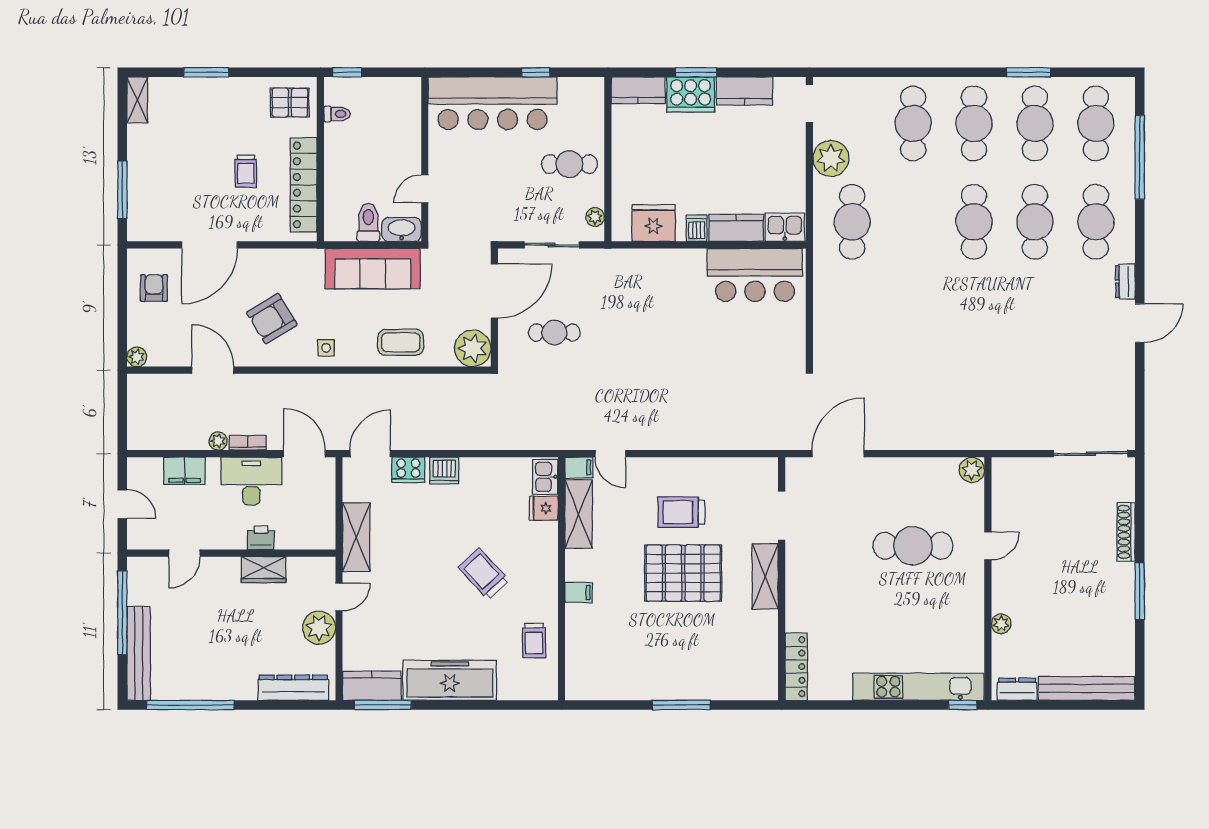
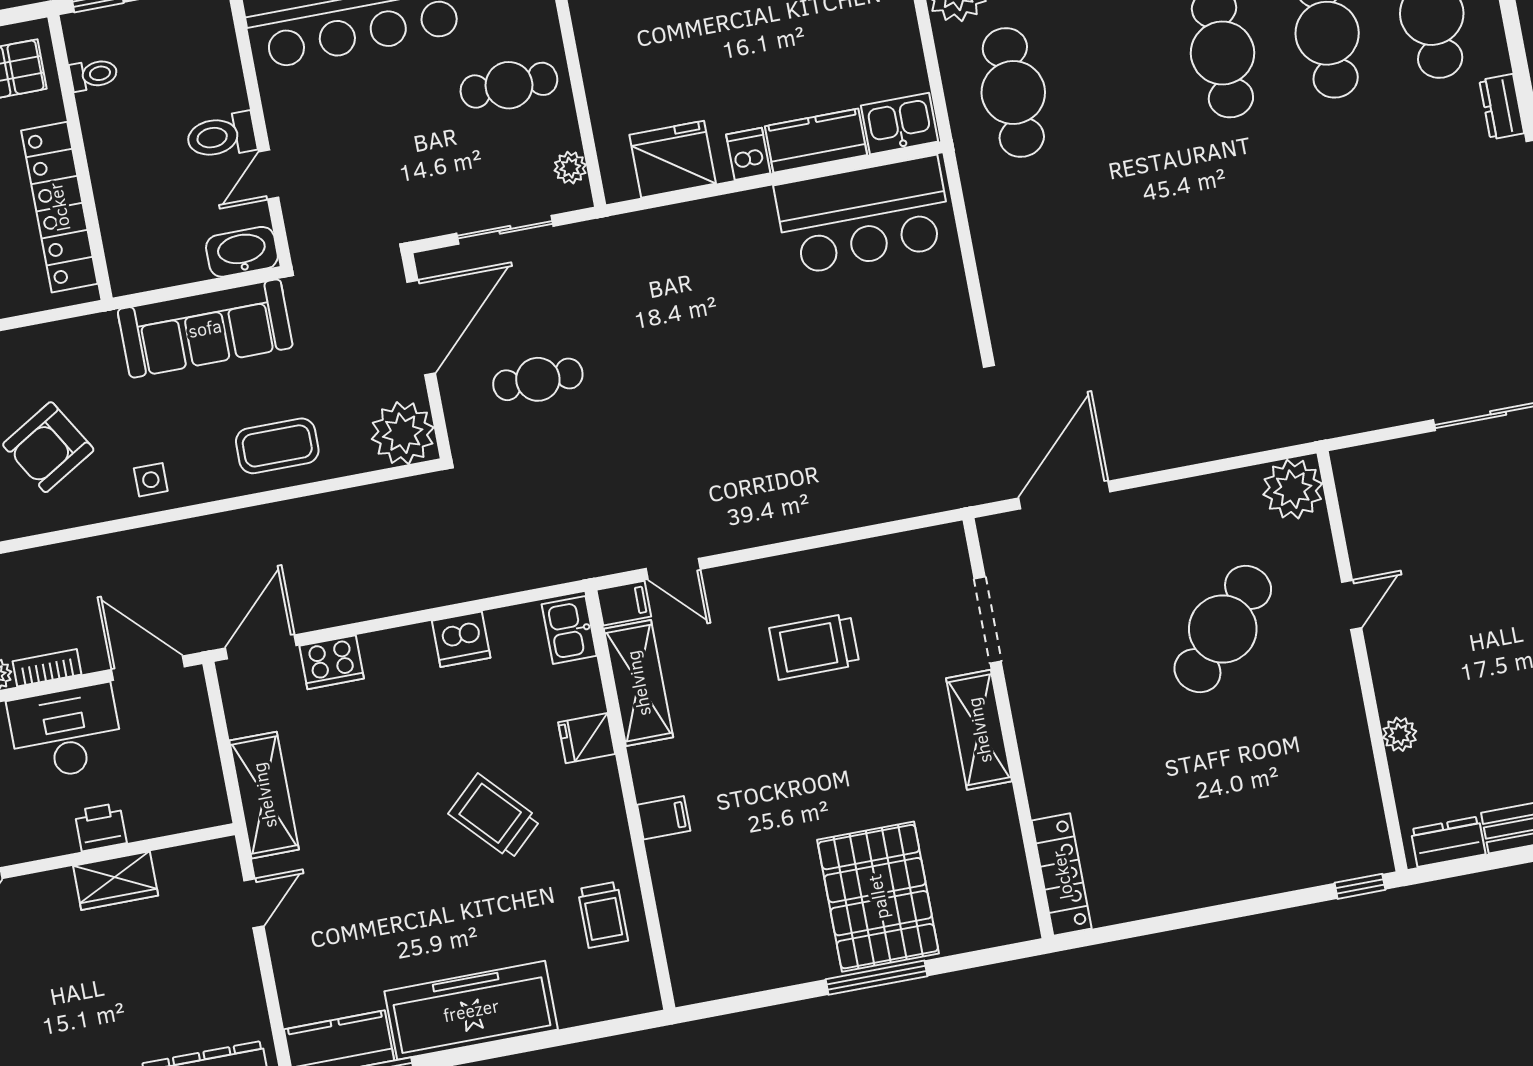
toilet: (368, 222) -> (221, 136), moved, turned -90
plant: (972, 470) -> (1293, 489), width x1.36, depth x1.36
dishwasher: (444, 471) -> (461, 639), moved
fridge: (544, 508) -> (587, 738), moved
cafe table: (913, 546) -> (1223, 629), turned -48
pallet: (683, 573) -> (878, 897), moved, turned 90
plant: (319, 628) -> (229, 963), removed
kitchen unit: (918, 687) -> (1278, 869), removed

